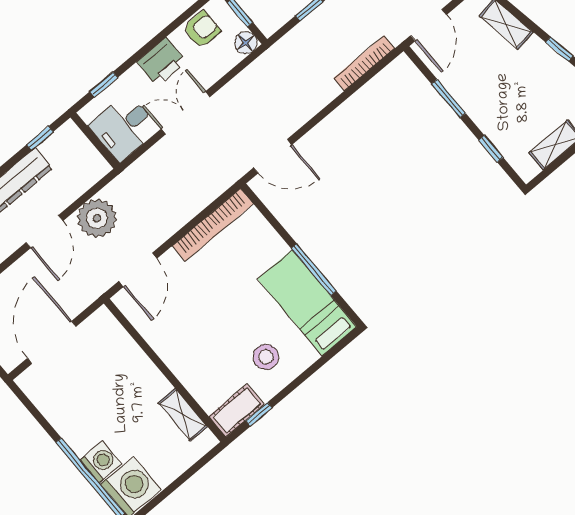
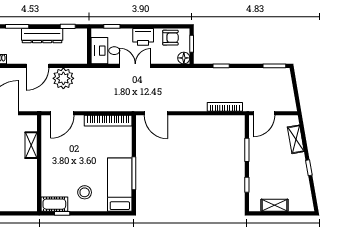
shelving: (183, 415) -> (31, 145), moved

